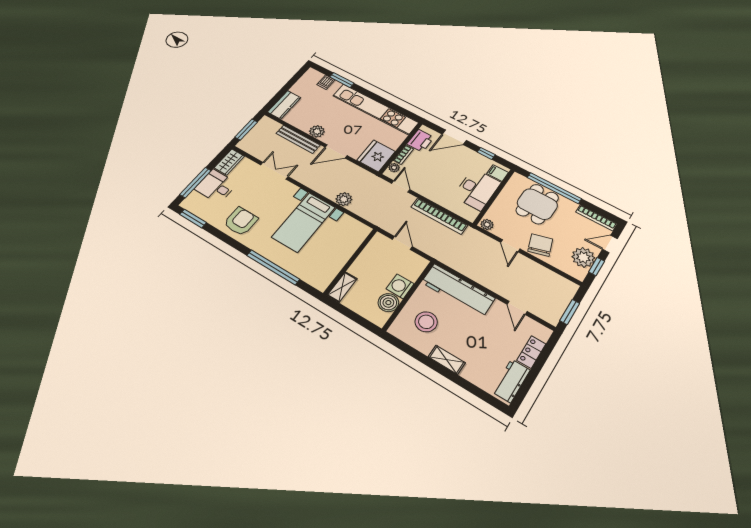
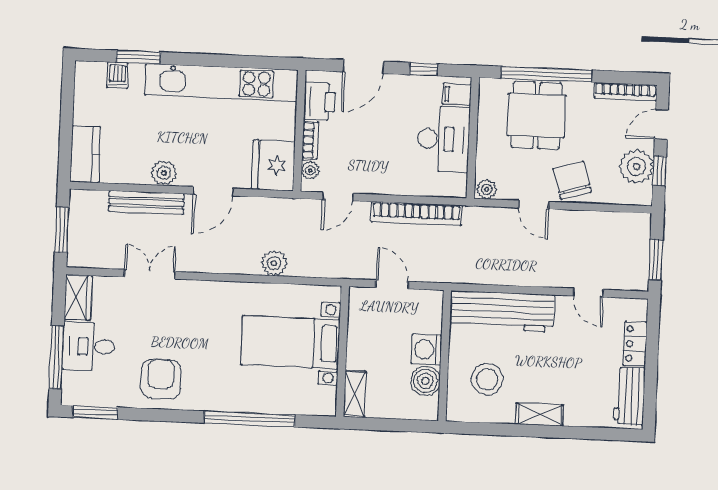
door: (401, 186) -> (338, 196), swing flipped
bed with nightstands: (303, 222) -> (290, 342), moved, turned 90

